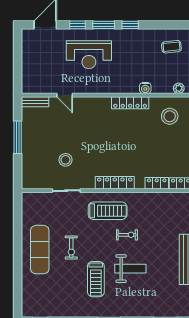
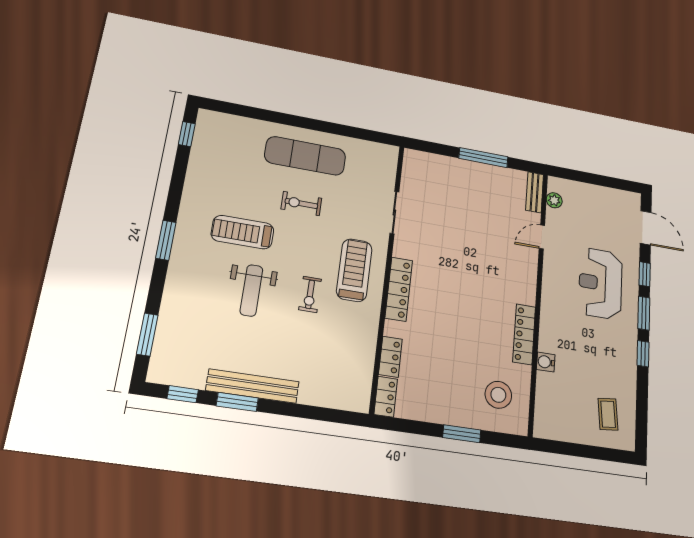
plant: (179, 88) -> (554, 200), moved
stool: (66, 160) -> (443, 220), removed
treadmill: (108, 211) -> (354, 270), turned 180

